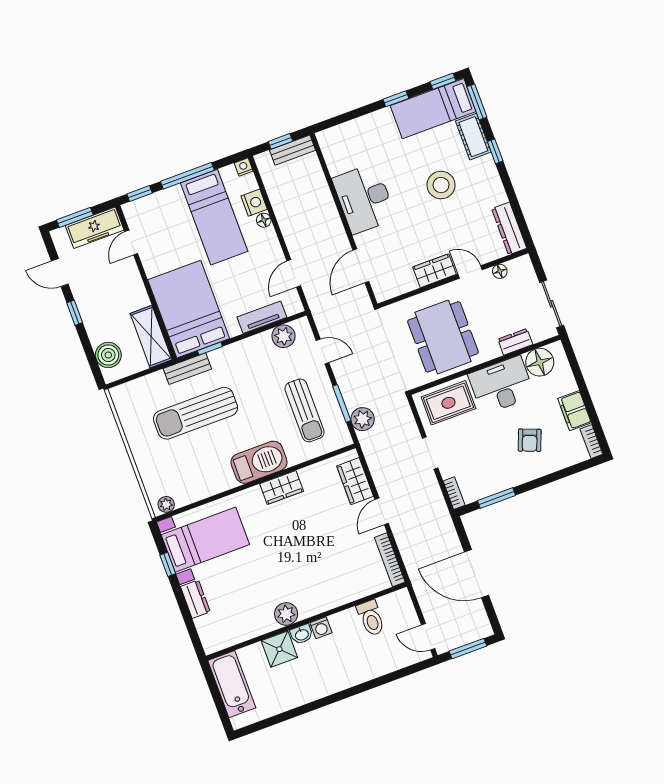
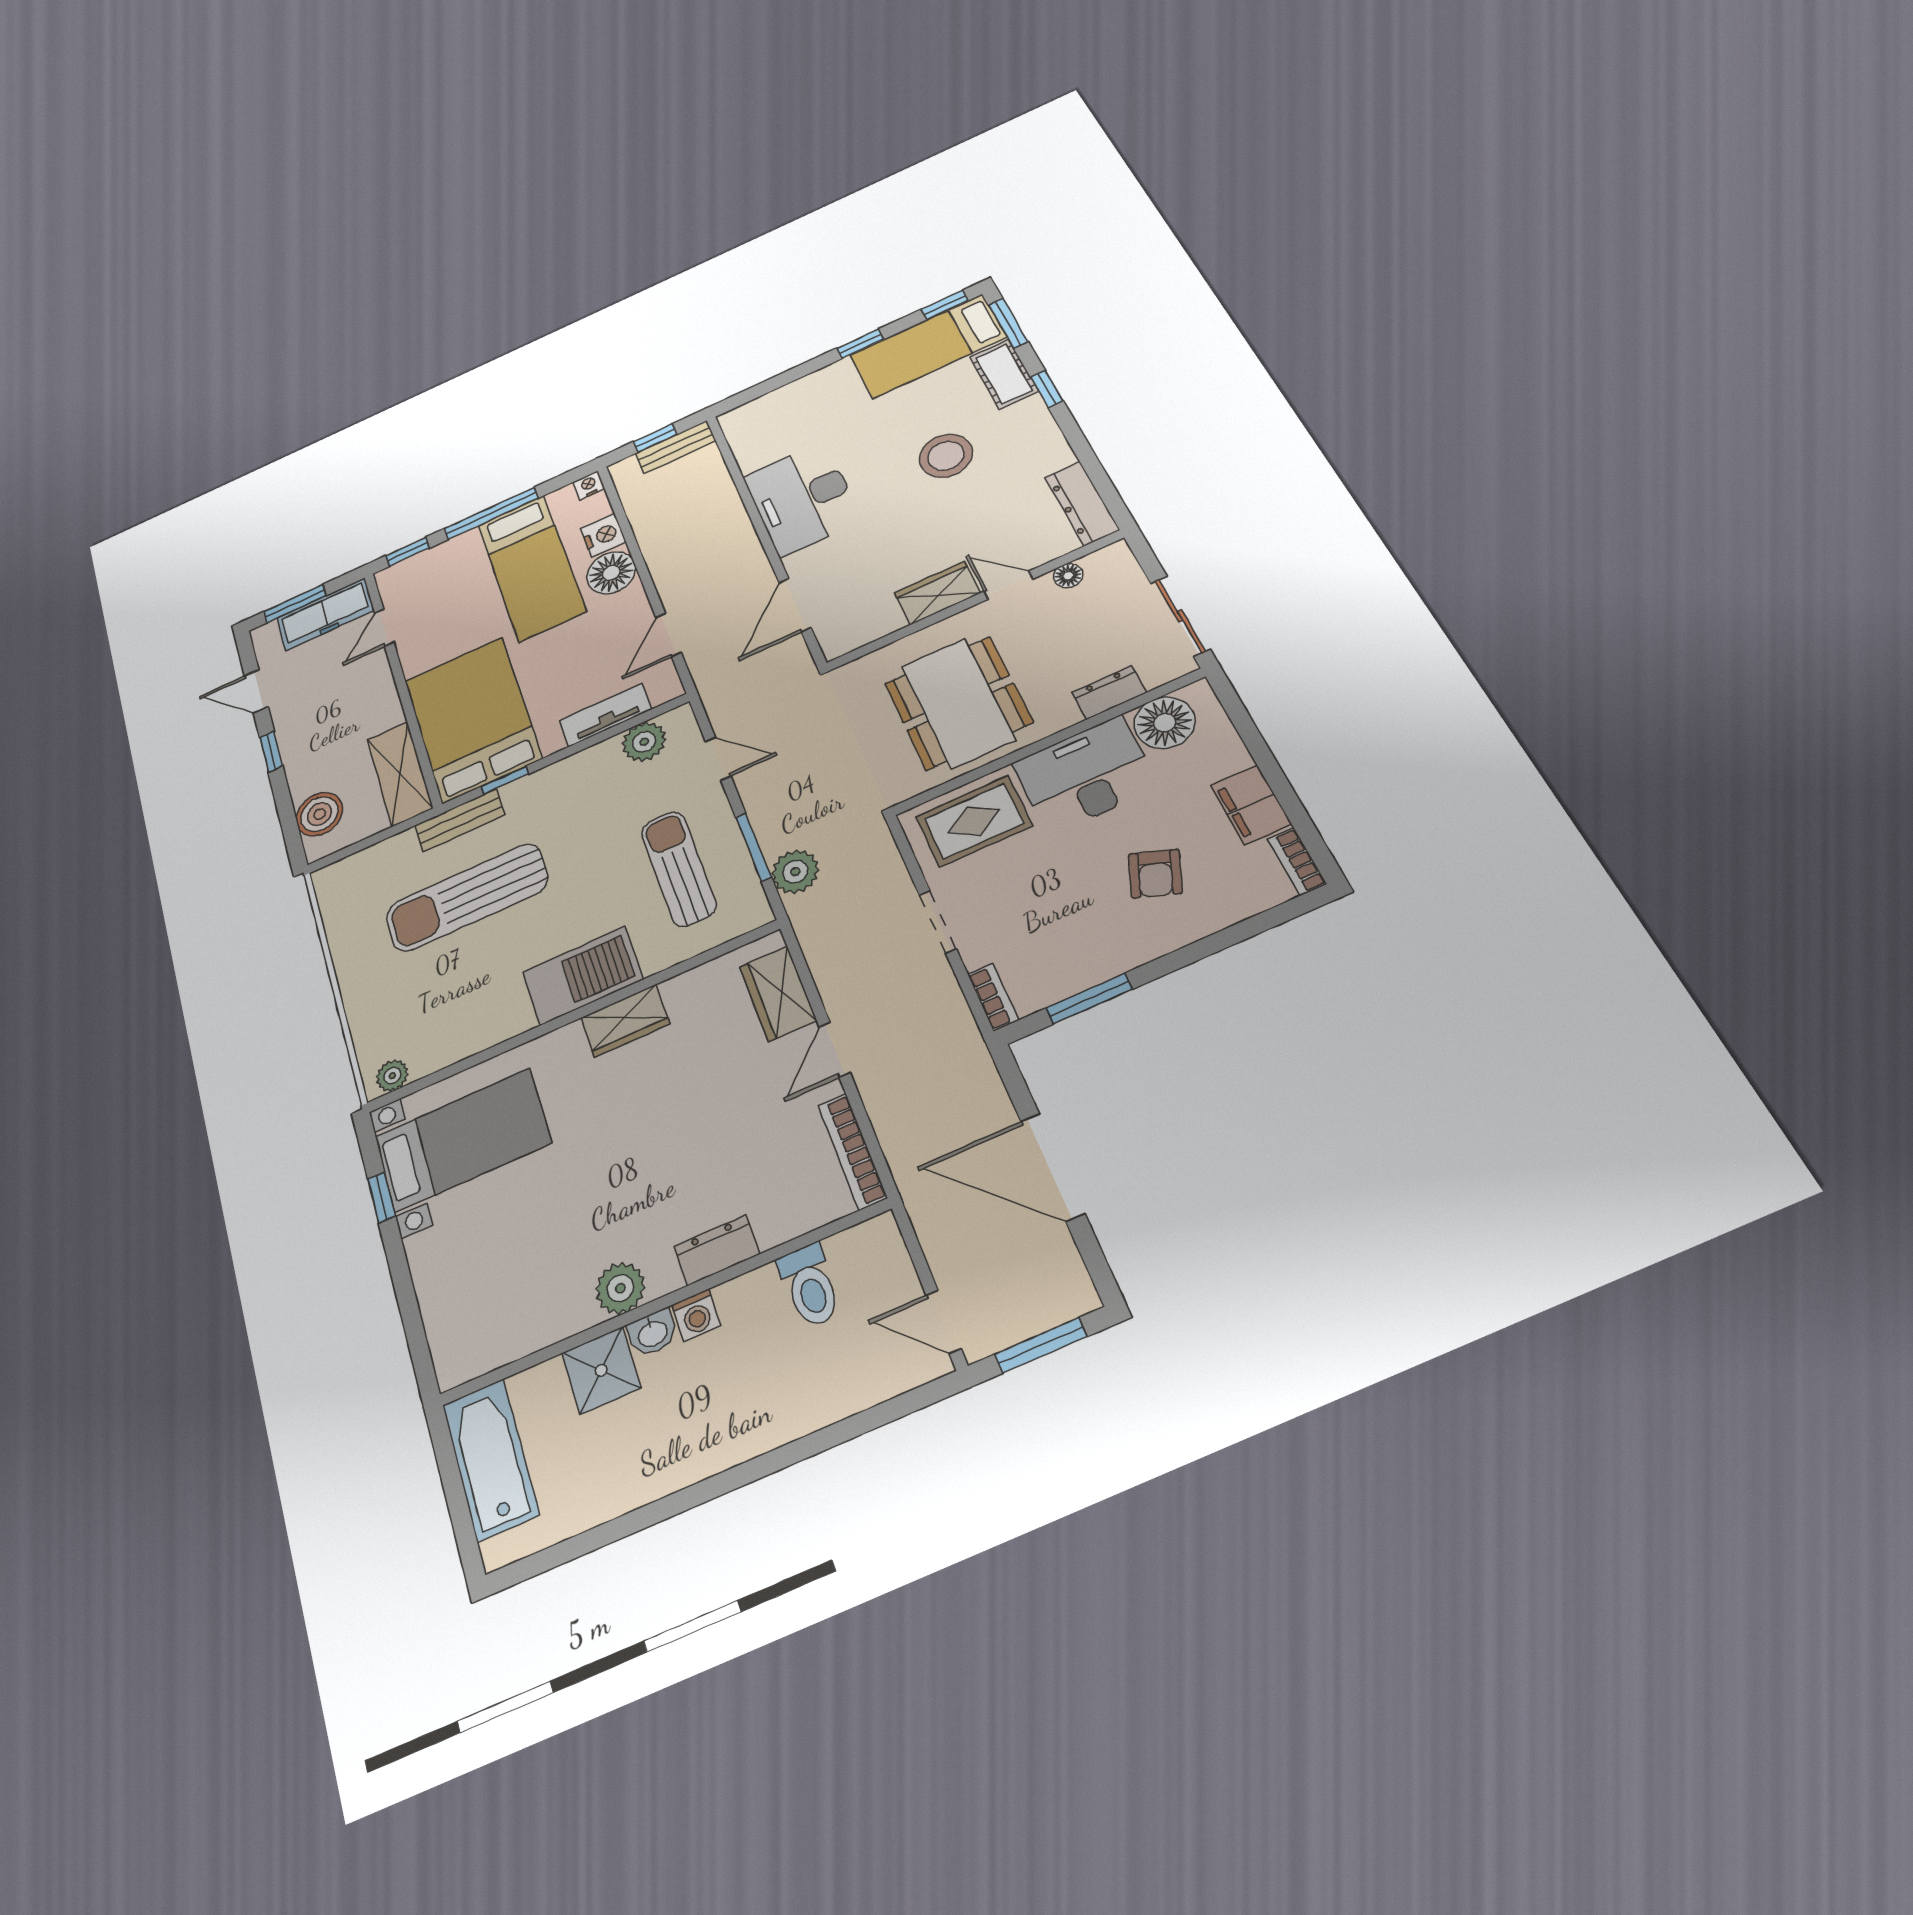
floor lamp: (264, 220) -> (611, 573), width x1.89, depth x1.89
sun lounger: (304, 410) -> (679, 868), turned 180
dresser: (195, 599) -> (717, 1250), moved, turned -90

